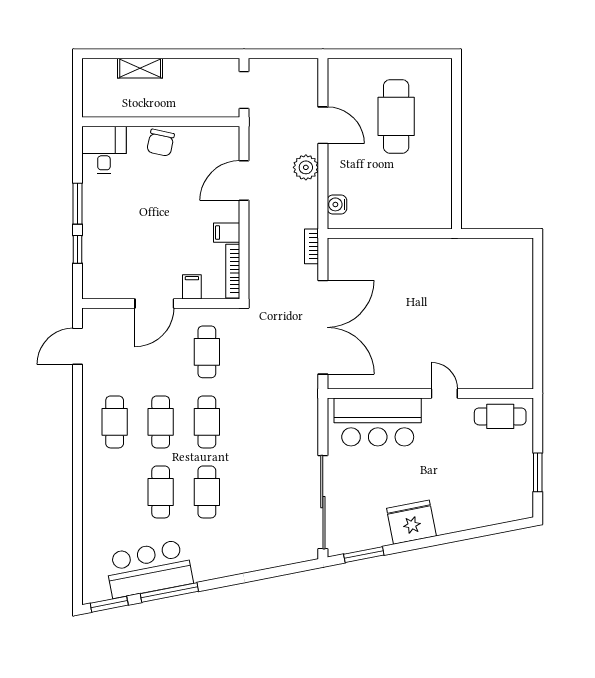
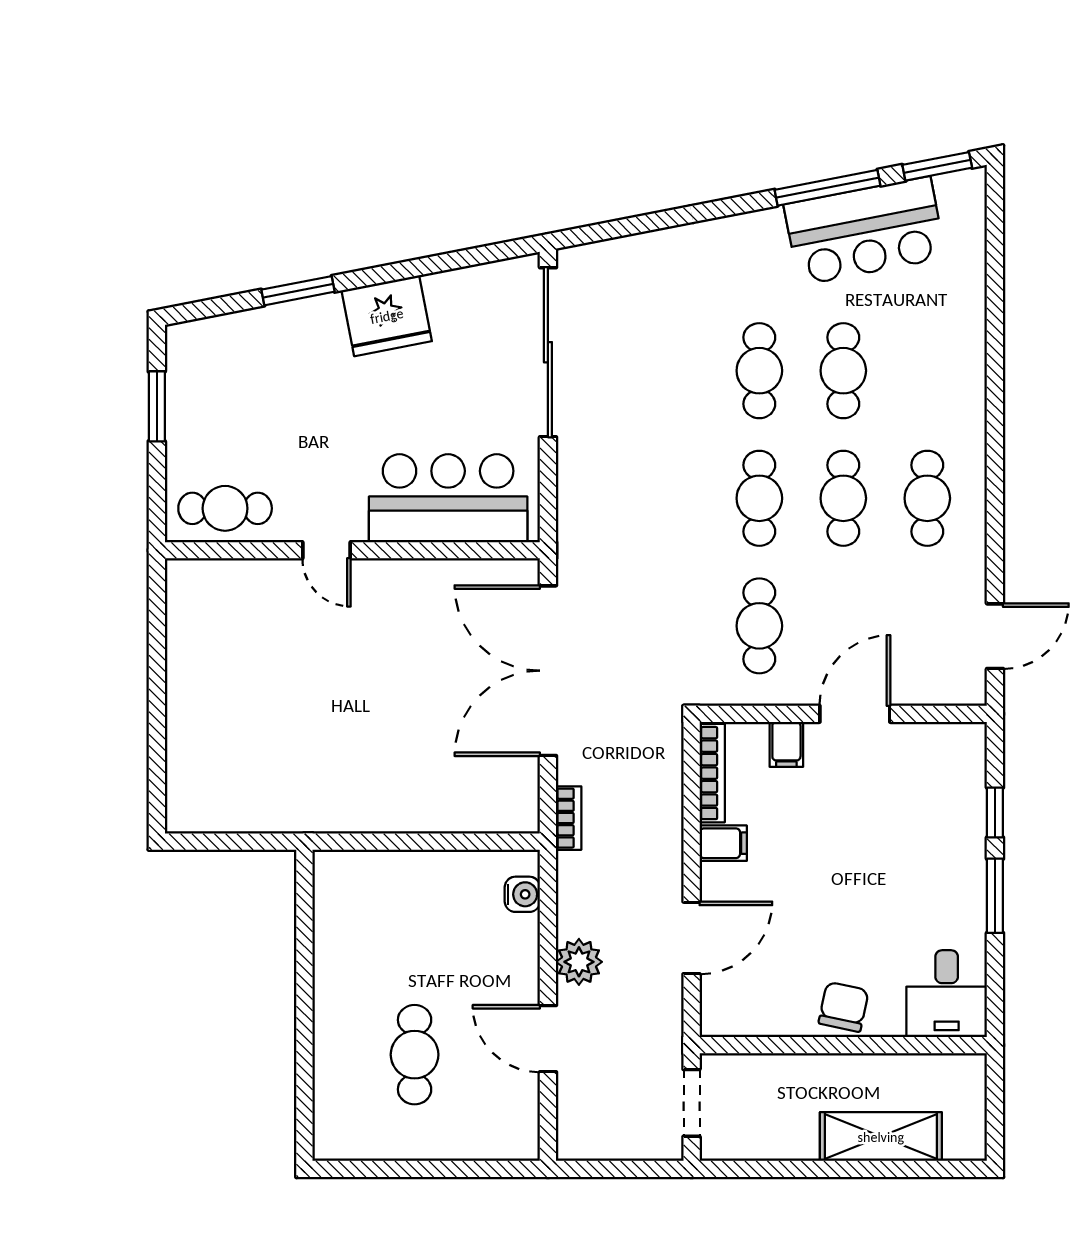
shelving: (140, 68) -> (881, 1137), width x1.50, depth x1.33
cafe table: (396, 116) -> (415, 1055), width x0.73, depth x0.74
window: (364, 555) -> (298, 291), moved

